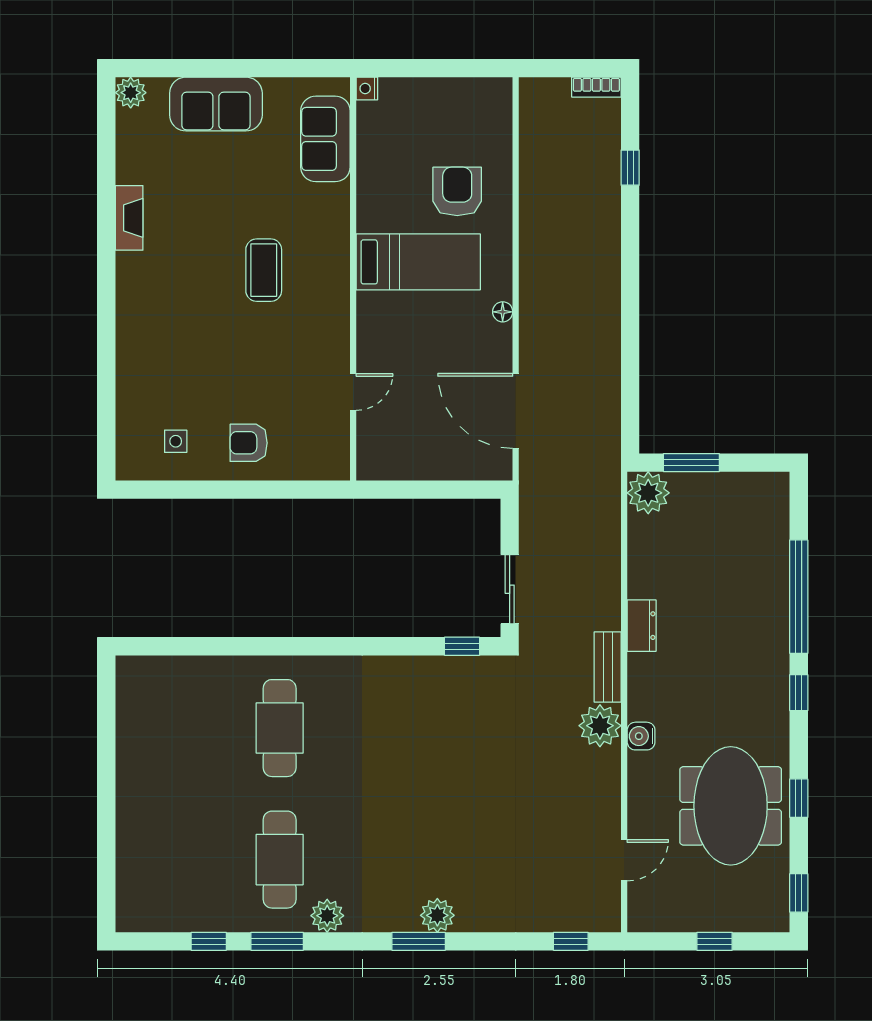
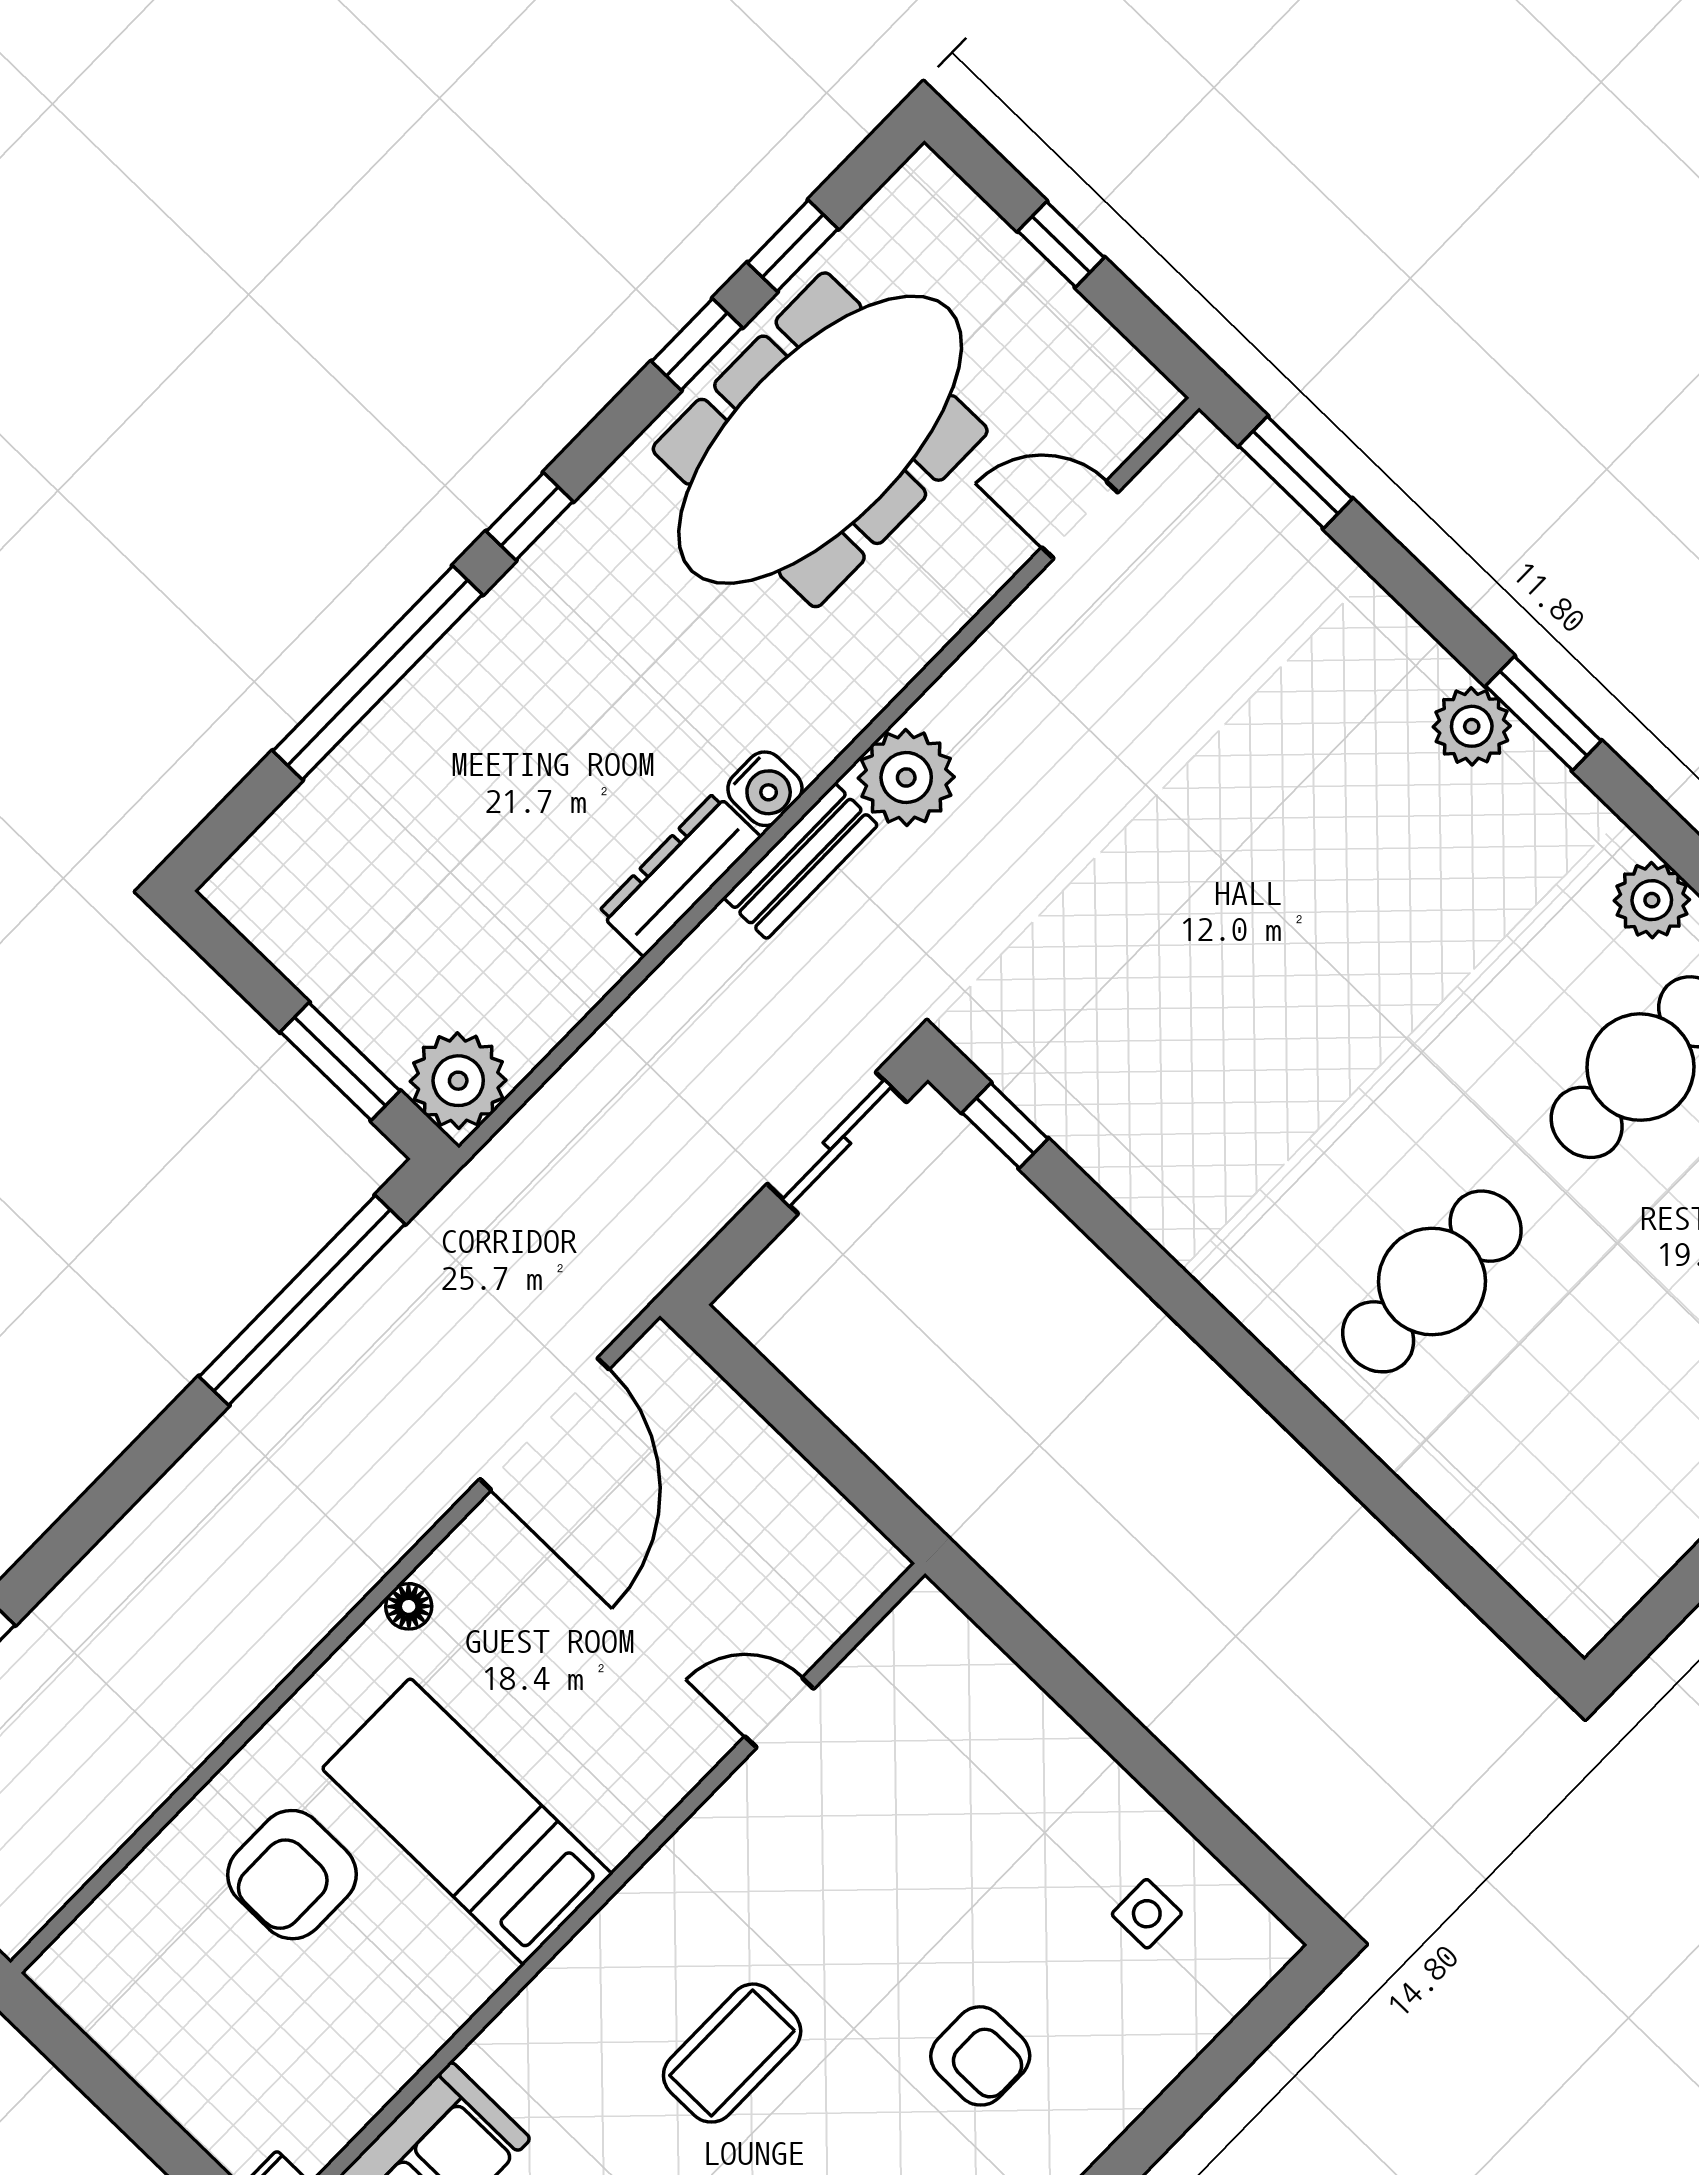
window: (630, 376) -> (302, 1300), added
armchair: (249, 443) -> (980, 2056), moved
dresser: (642, 626) -> (680, 875), width x1.44
water cooler: (641, 736) -> (765, 789), moved
meeting table: (731, 806) -> (820, 440), width x1.36
window: (799, 893) -> (793, 246), moved
window: (571, 941) -> (1295, 472), width x1.50

